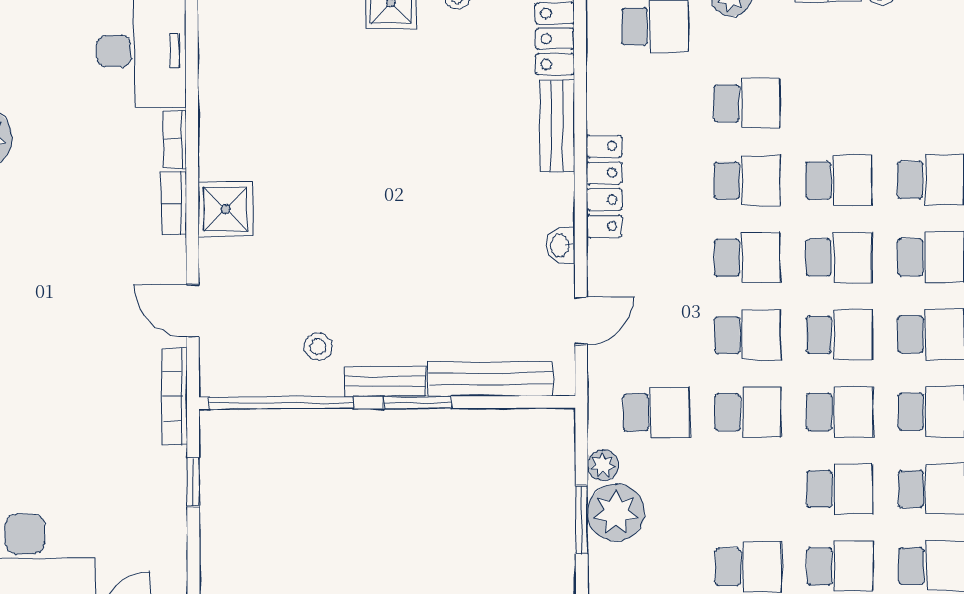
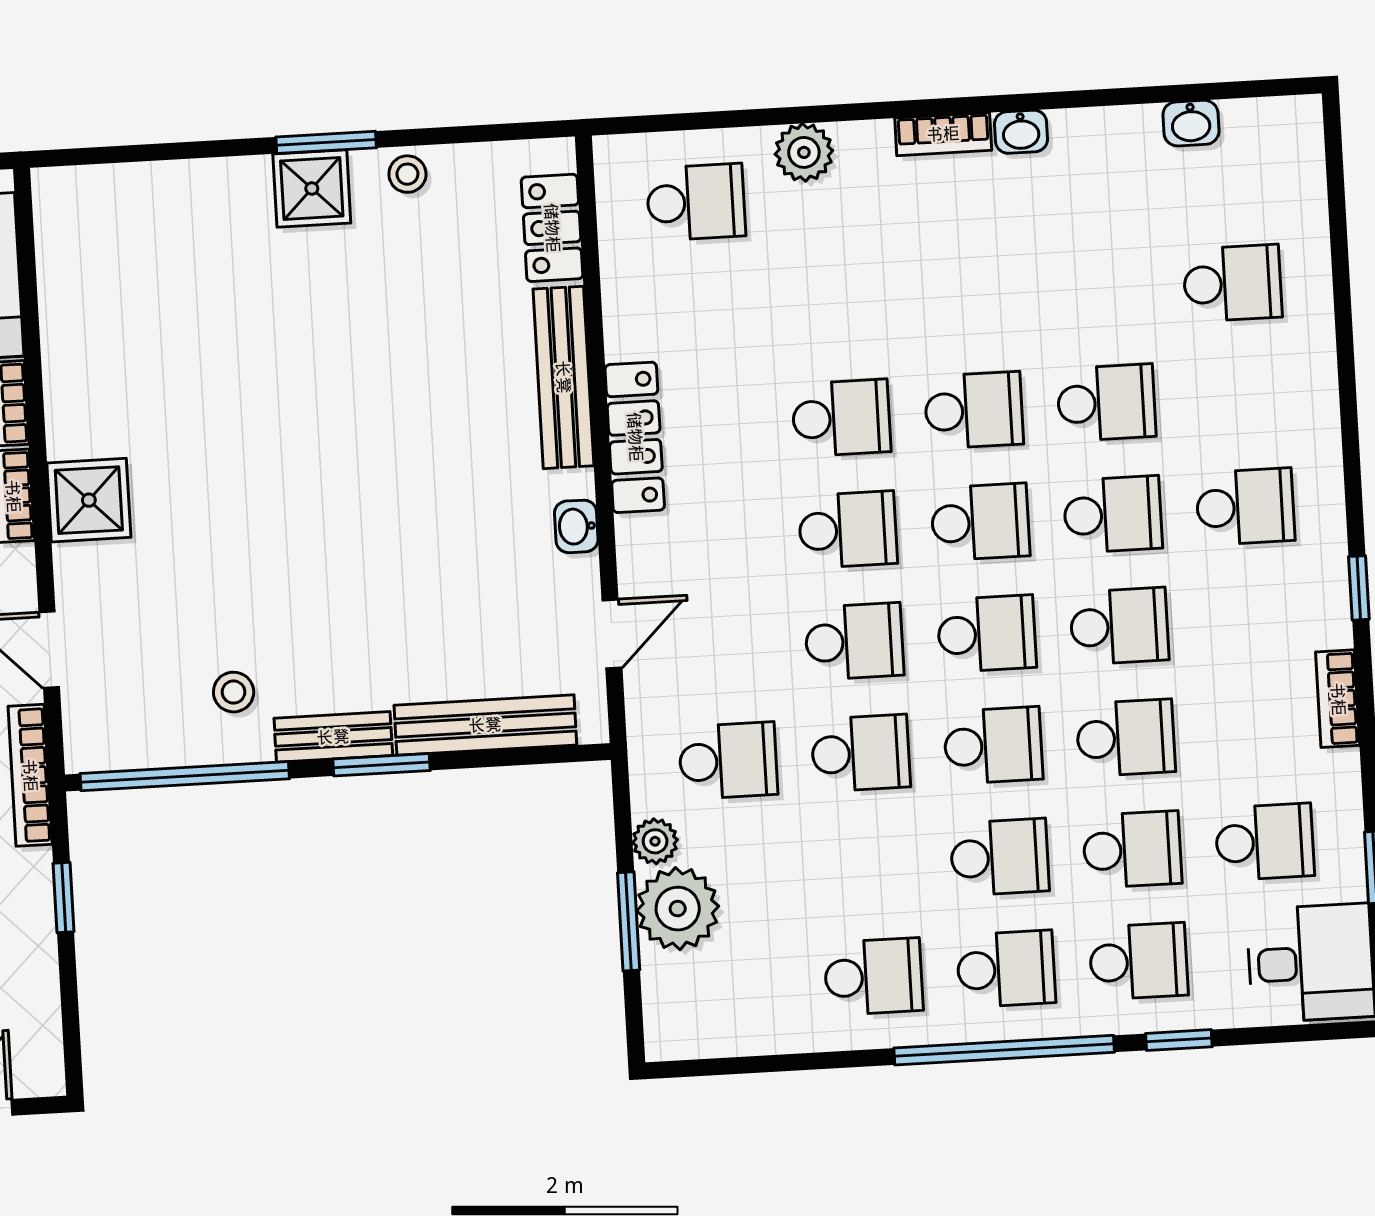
school desk: (747, 103) -> (835, 306), removed
bench: (557, 126) -> (563, 377), width x1.36

